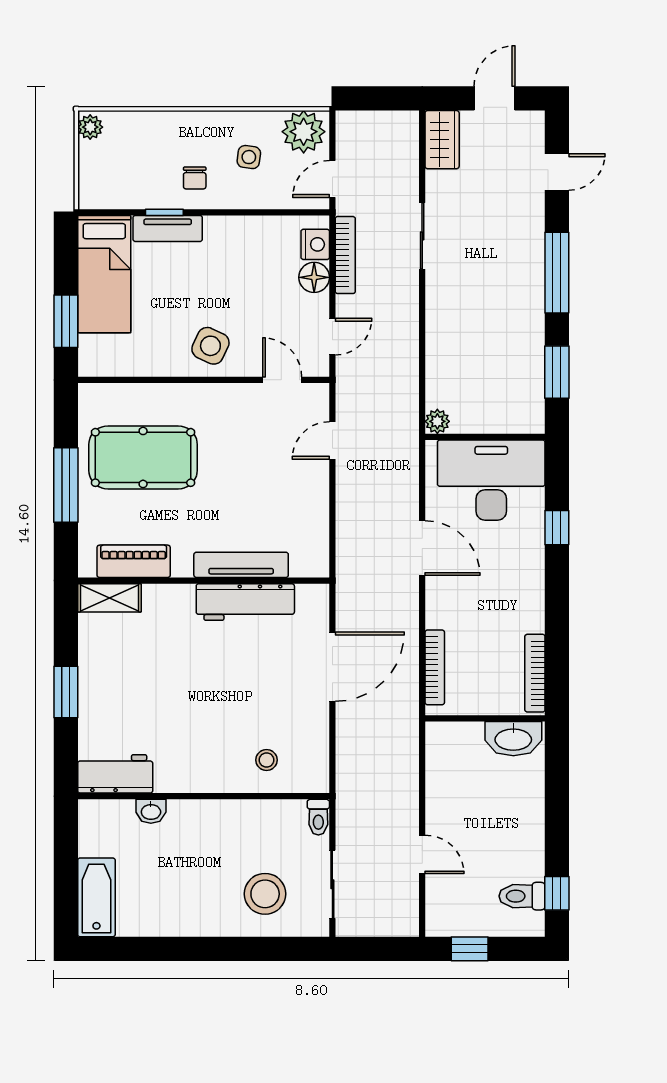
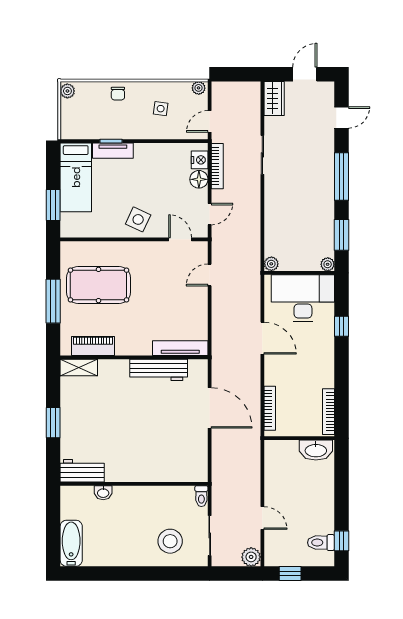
plant: (304, 132) -> (199, 88), width x0.53, depth x0.53
chair: (195, 178) -> (118, 94), moved
plant: (533, 422) -> (328, 264), added
tv unit: (241, 565) -> (180, 348), moved
door: (332, 667) -> (210, 408), hinge flipped
stool: (267, 760) -> (171, 463), removed
plant: (403, 921) -> (251, 557), added

